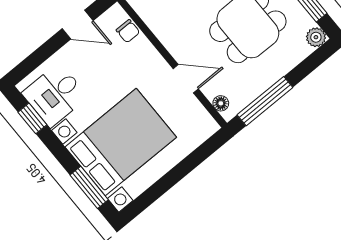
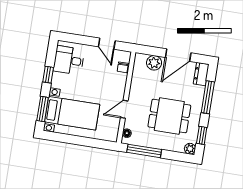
door: (186, 79) -> (124, 109), swing flipped
window: (32, 118) -> (48, 75), moved
bed with nightstands: (121, 142) -> (72, 113), width x0.73

